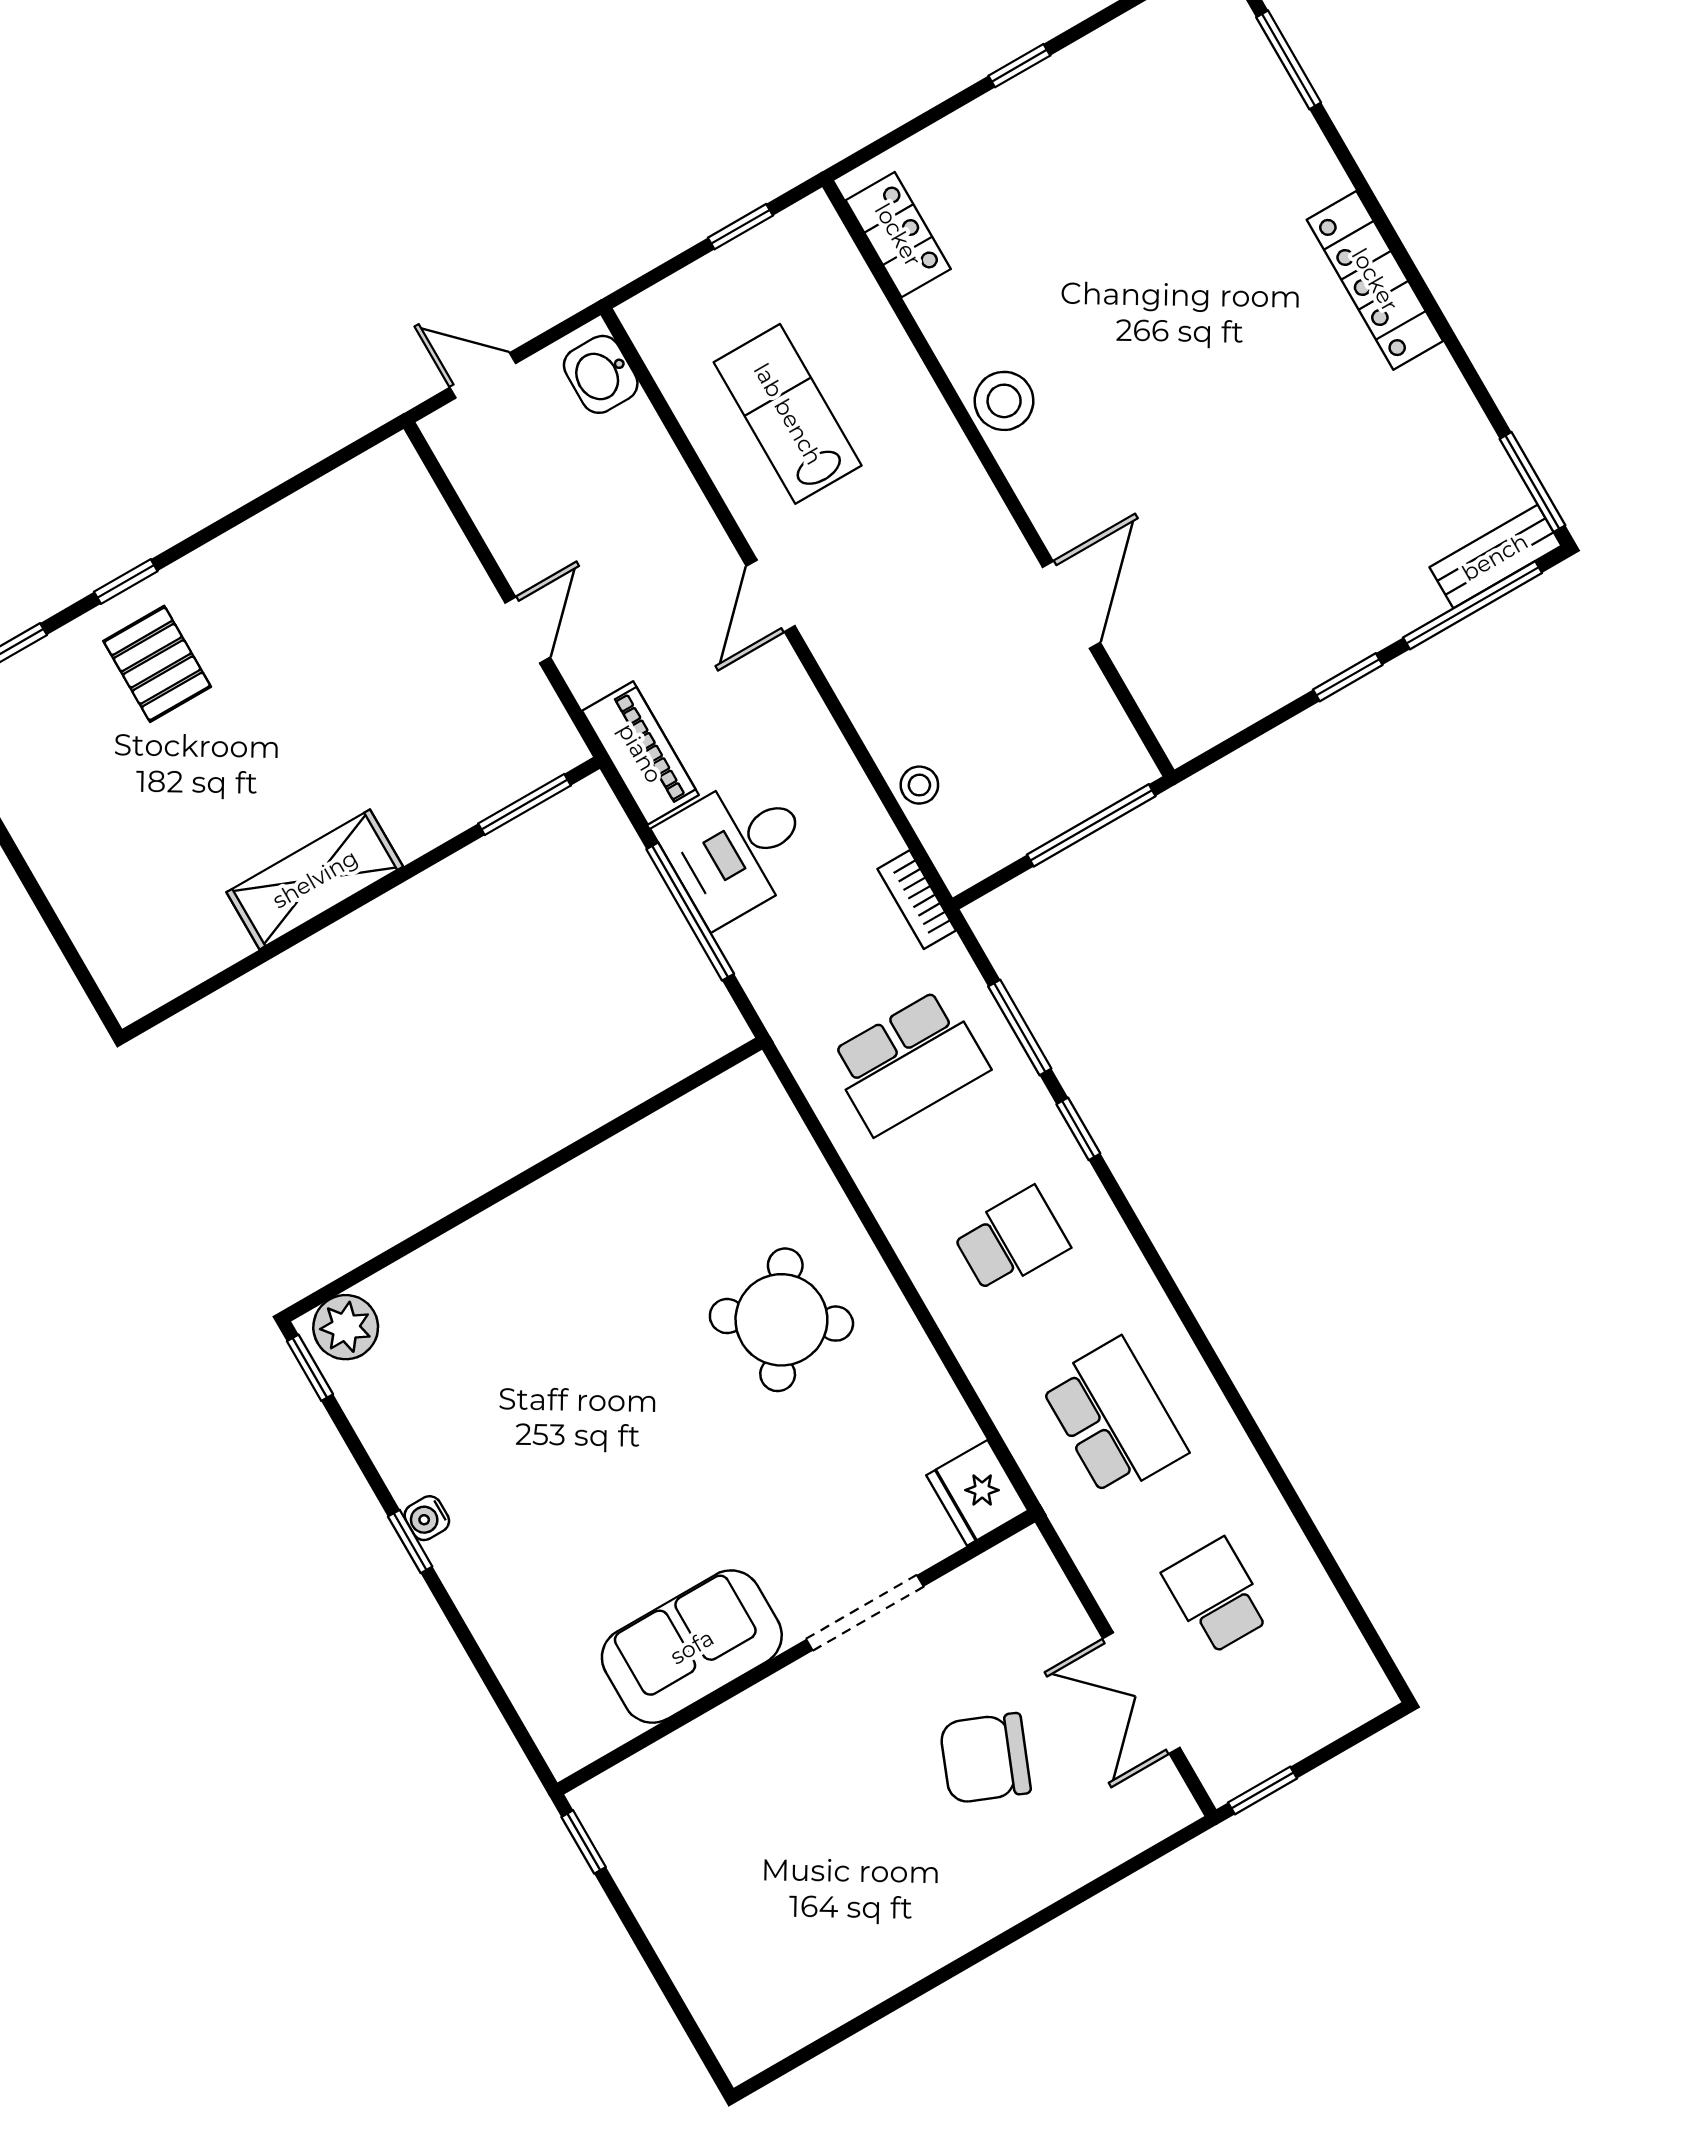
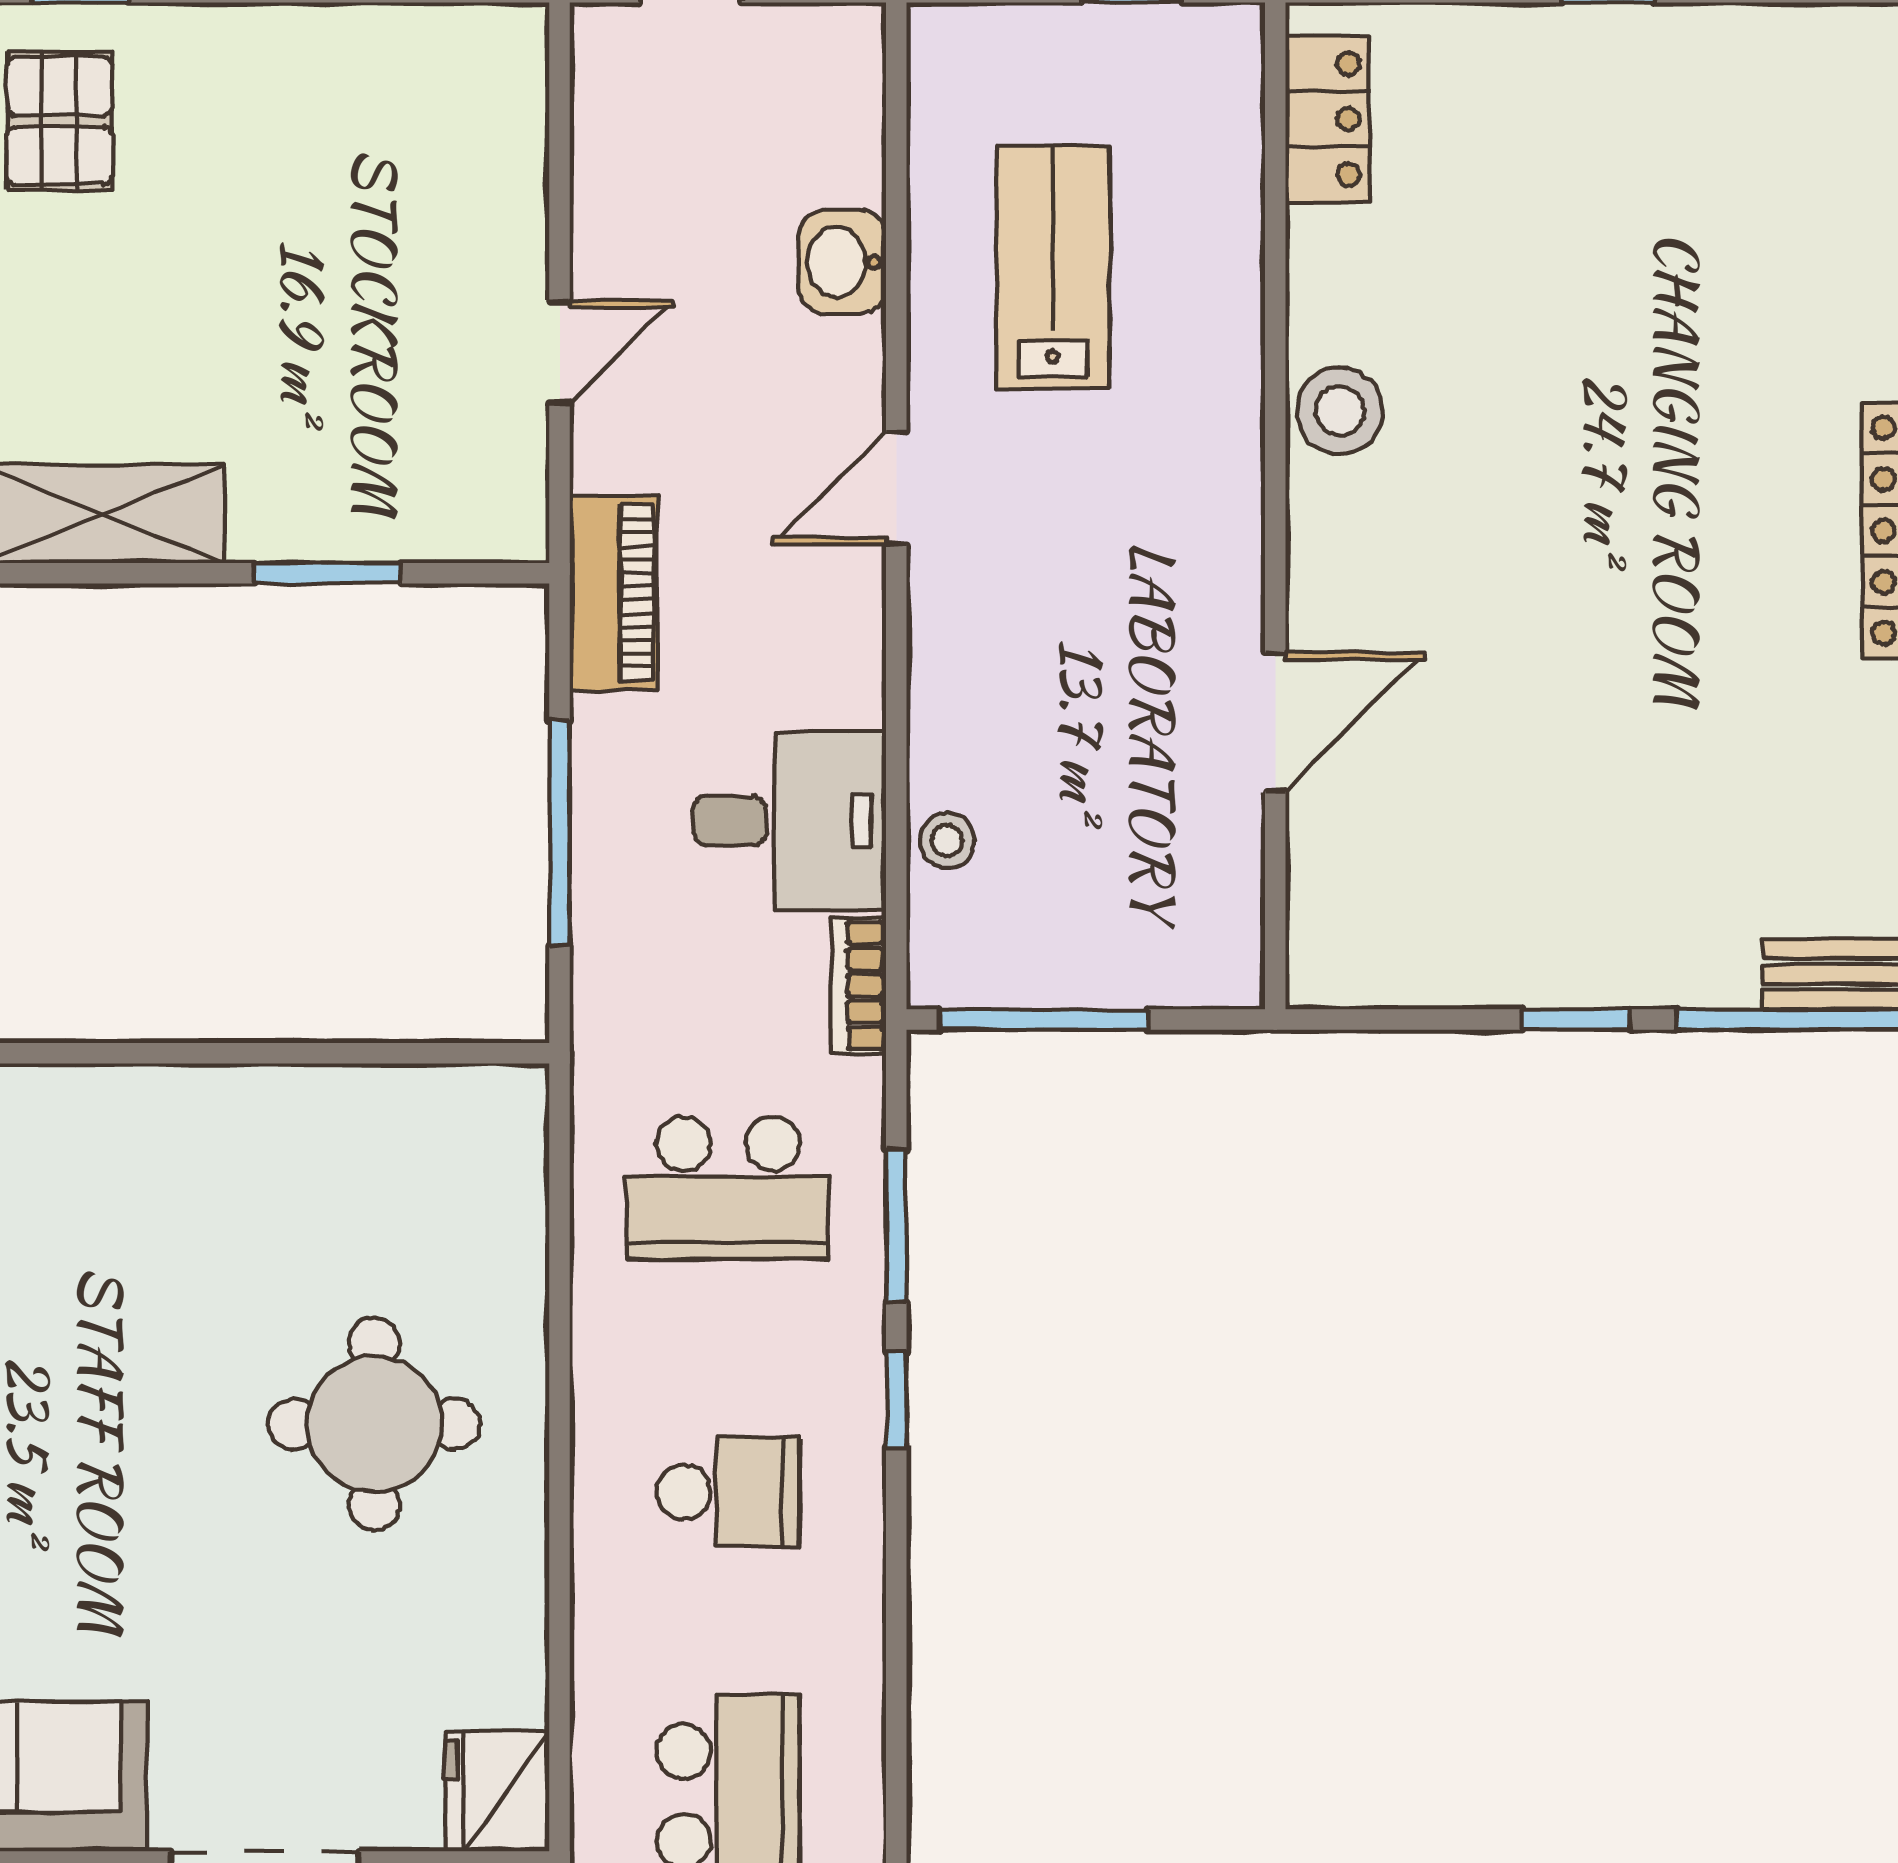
washbasin: (601, 374) -> (842, 262), moved
window: (525, 804) -> (327, 573), moved
window: (1091, 825) -> (1044, 1020), moved
desk: (737, 848) -> (790, 821), moved, turned 180
round table: (781, 1320) -> (374, 1424), turned -34

